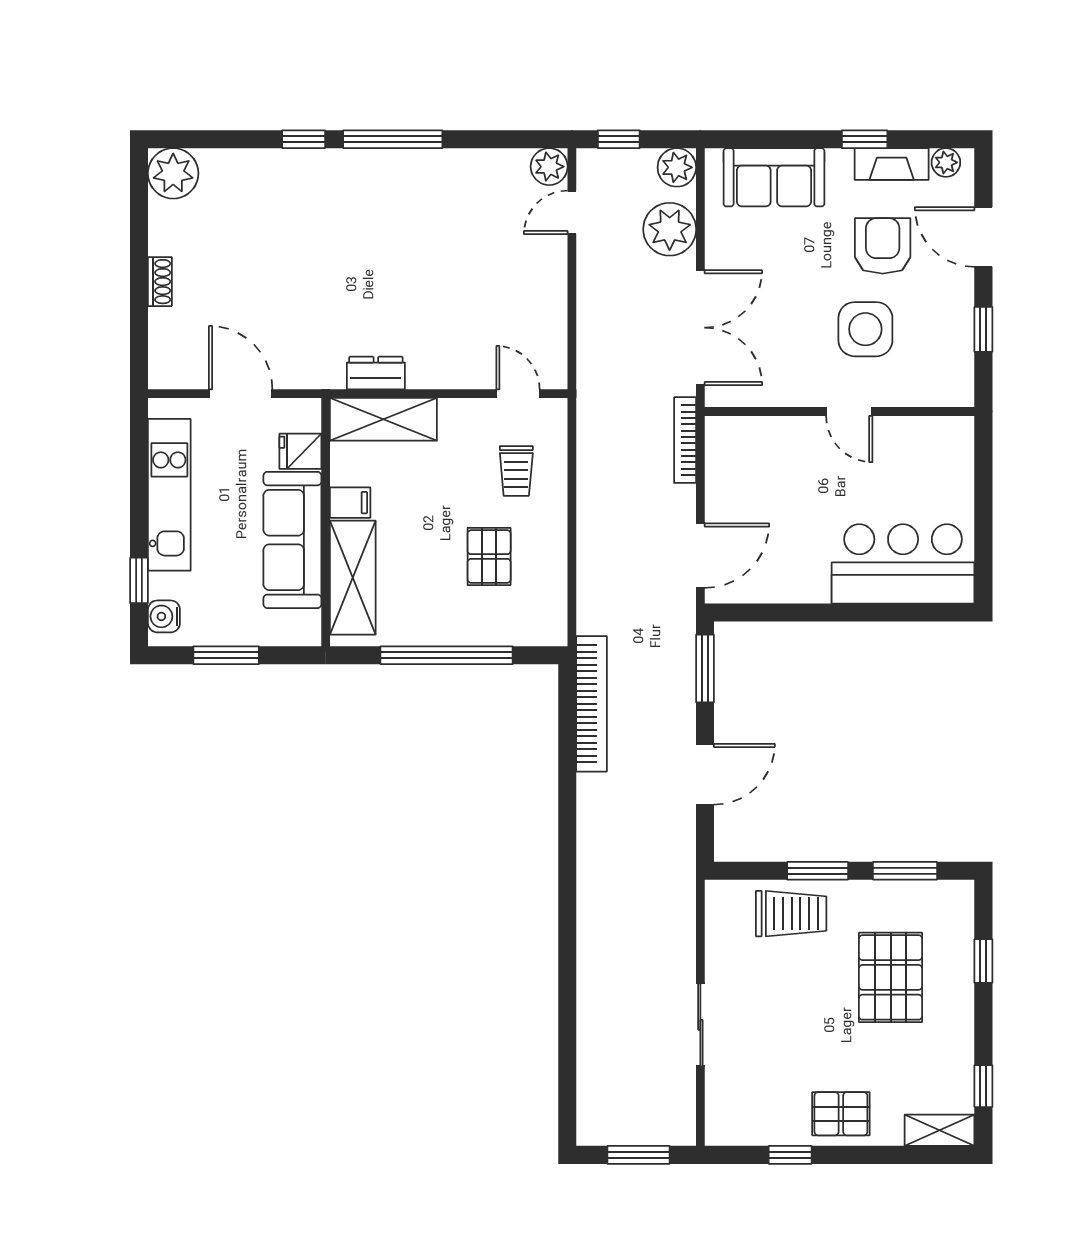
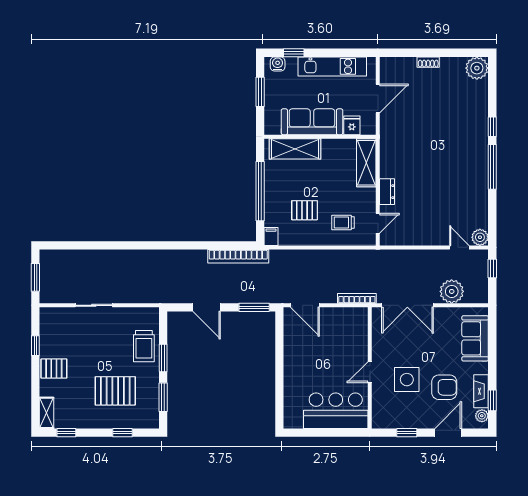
window: (865, 139) -> (492, 400), moved
plant: (677, 167) -> (480, 295), removed
dresser: (376, 373) -> (387, 192), moved
filing cabinet: (350, 503) -> (271, 236), moved, turned 180
bar counter: (903, 564) -> (336, 411), moved, turned -90
pallet: (841, 1114) -> (54, 368), turned 90

